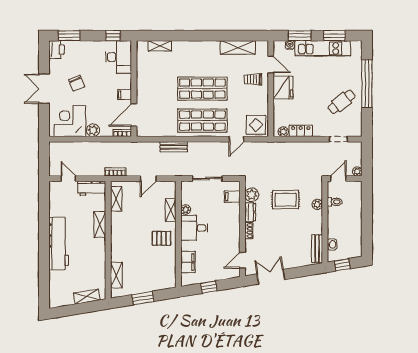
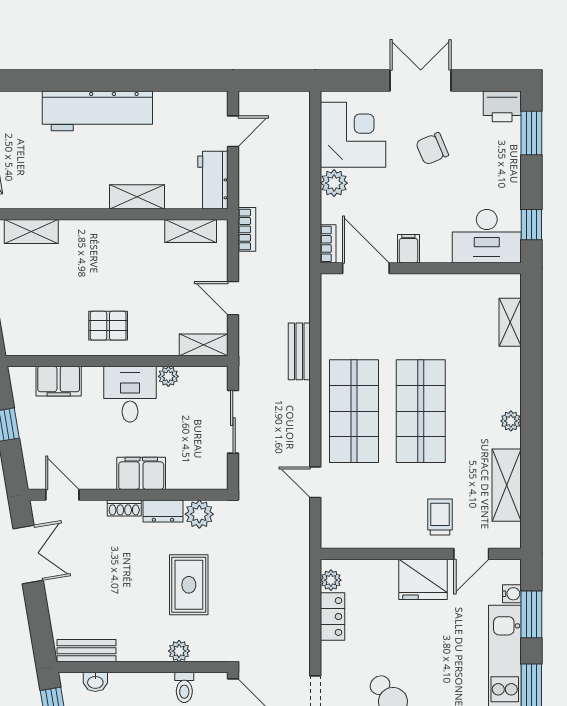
plant: (207, 45) -> (511, 421), added
display table: (256, 125) -> (345, 523), removed
filing cabinet: (232, 197) -> (141, 473), moved, width x2.00
shelving: (171, 210) -> (204, 345), moved
pallet: (161, 238) -> (108, 326), turned 90

